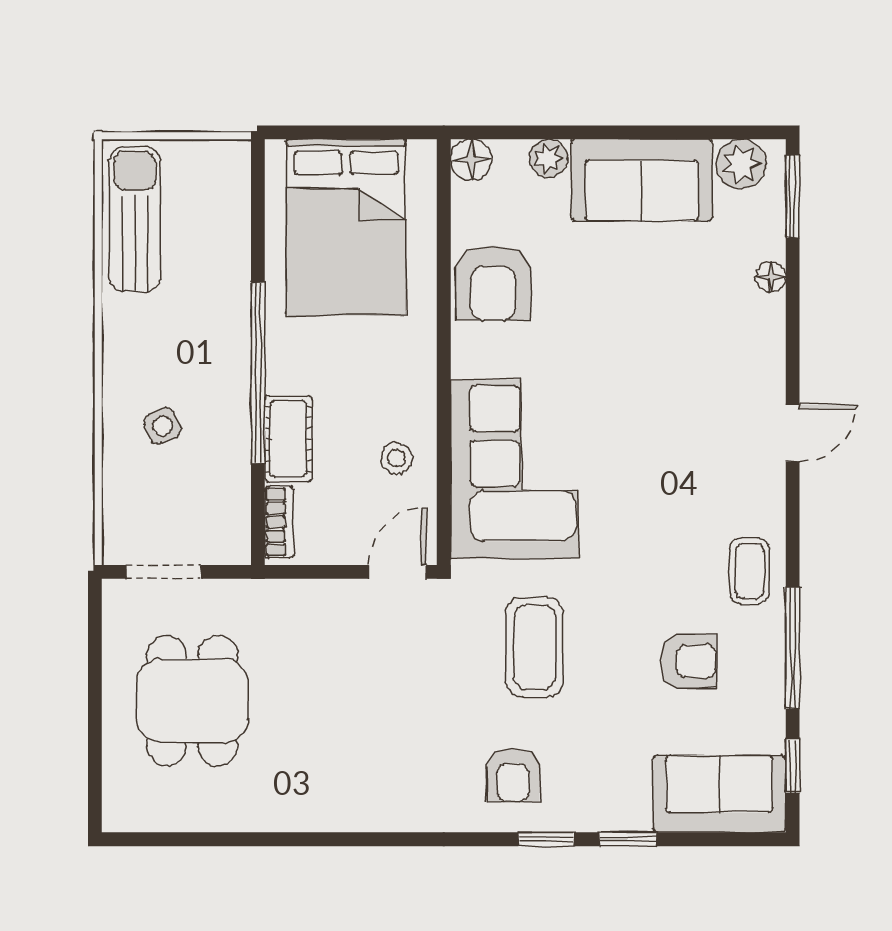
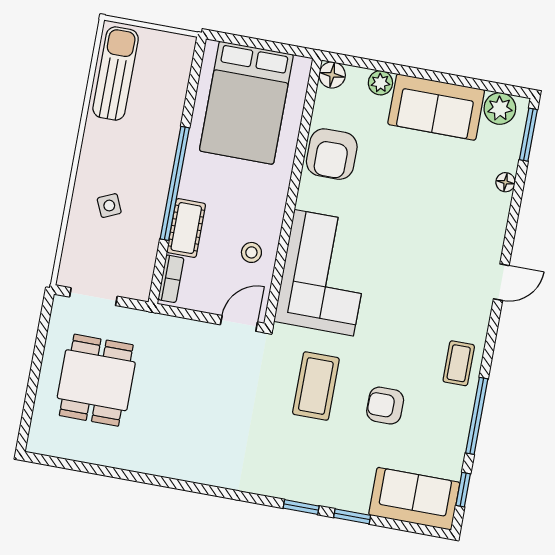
armchair: (689, 661) -> (385, 406), moved, turned 180
armchair: (513, 775) -> (288, 463), removed

